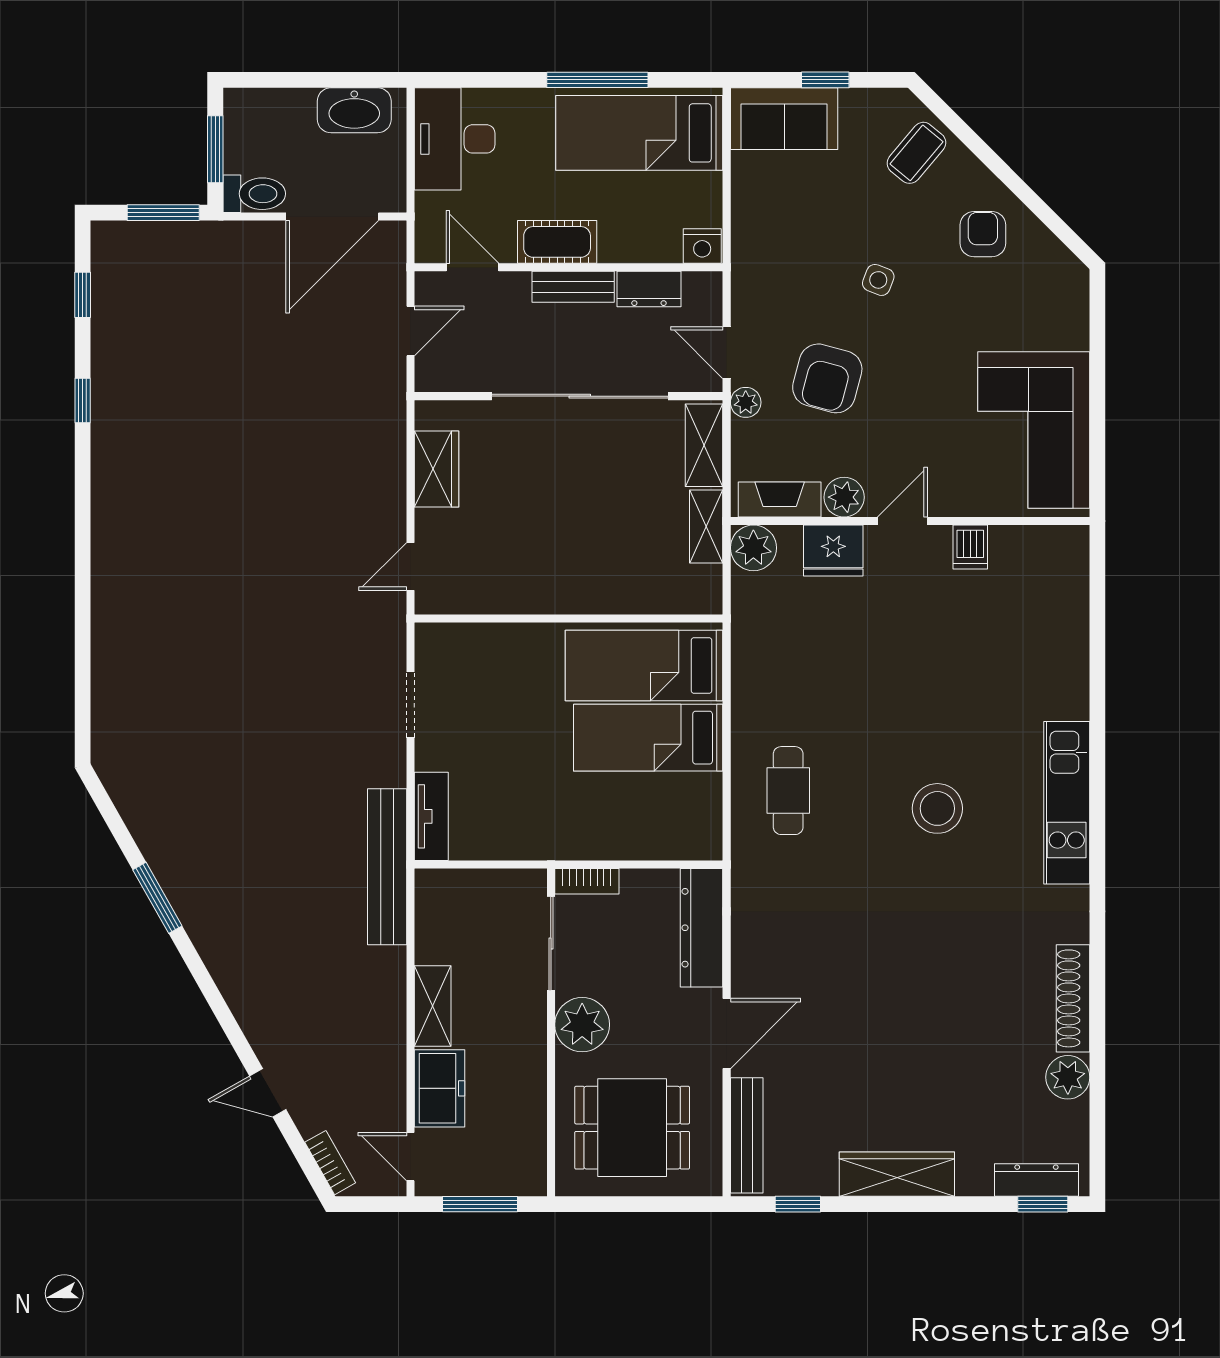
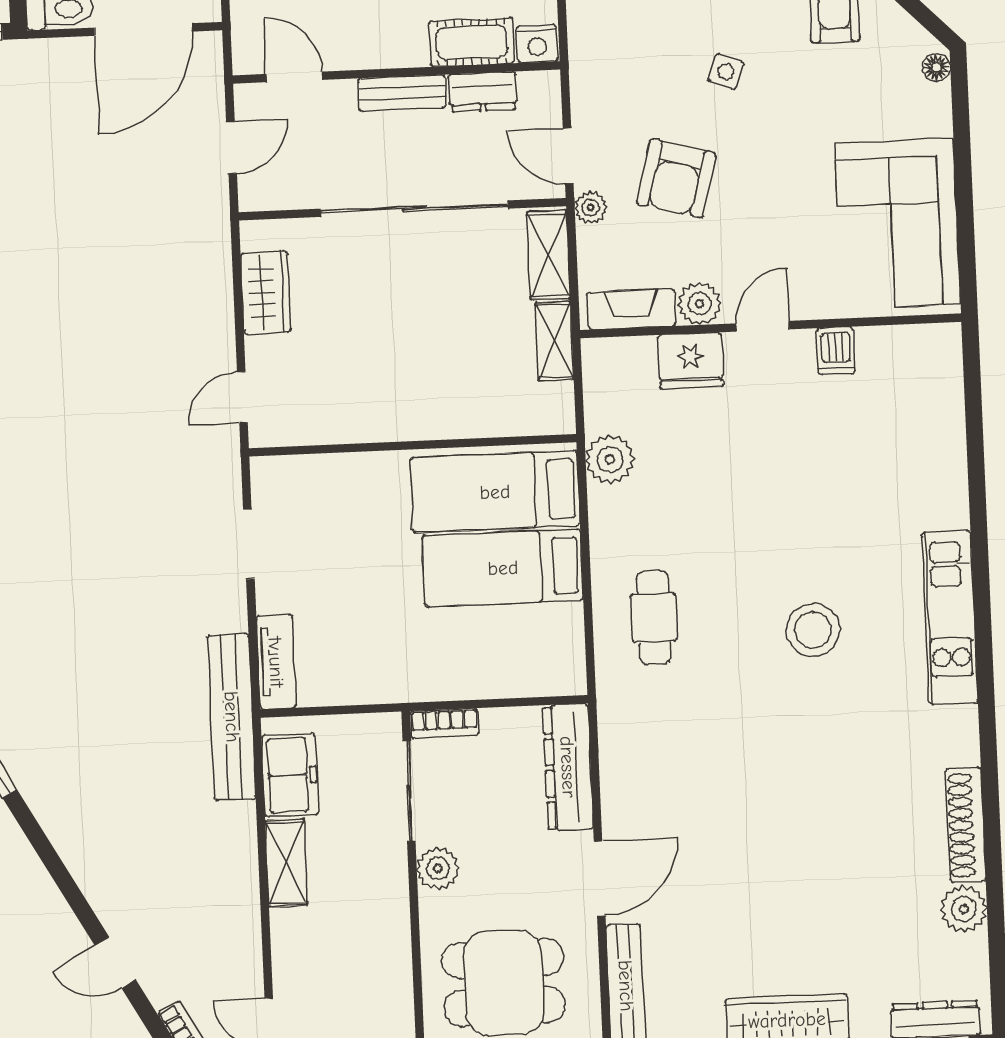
cot: (557, 242) -> (472, 42), moved
floor lamp: (1077, 285) -> (936, 67), added
plant: (753, 548) -> (610, 459), moved
plant: (582, 1025) -> (438, 868), width x0.73, depth x0.73
freezer: (440, 1088) -> (290, 775), moved

